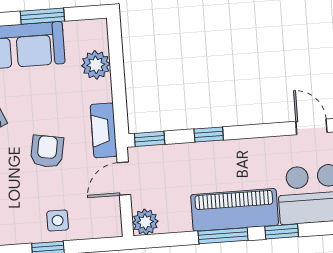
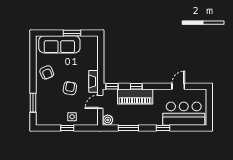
plant: (96, 65) -> (92, 55), removed
door: (311, 127) -> (178, 86), hinge flipped
piano: (235, 210) -> (135, 96), moved, turned 180
window: (223, 236) -> (128, 128), moved

